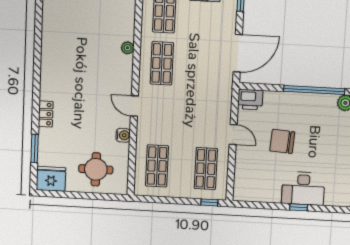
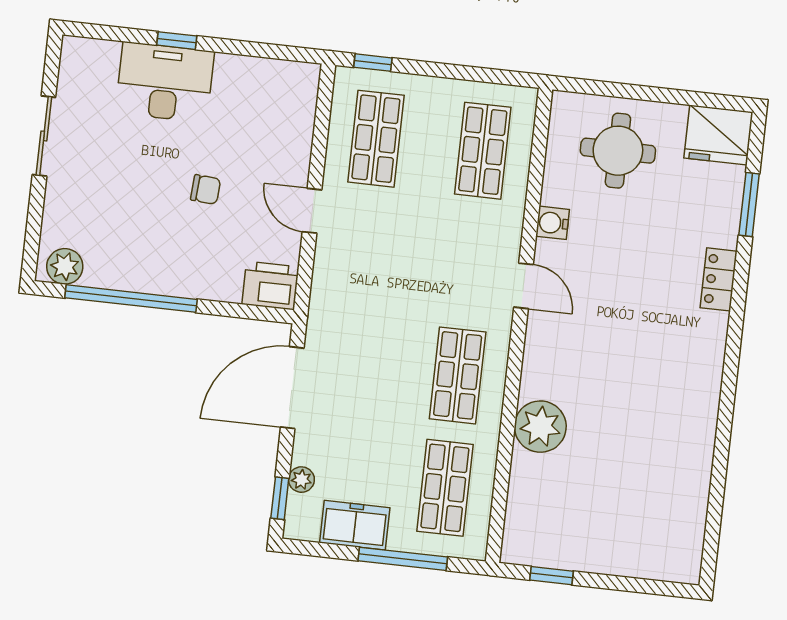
plant: (231, 11) -> (301, 480), added
plant: (128, 48) -> (540, 427), width x1.88, depth x1.88
chair: (282, 141) -> (206, 189), width x0.54, depth x0.54

